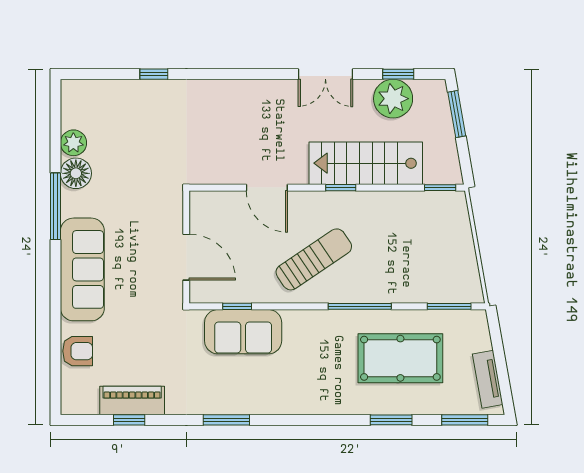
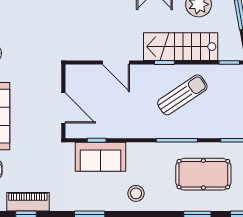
sun lounger: (314, 259) -> (182, 95), moved
stool: (297, 388) -> (136, 193), added

